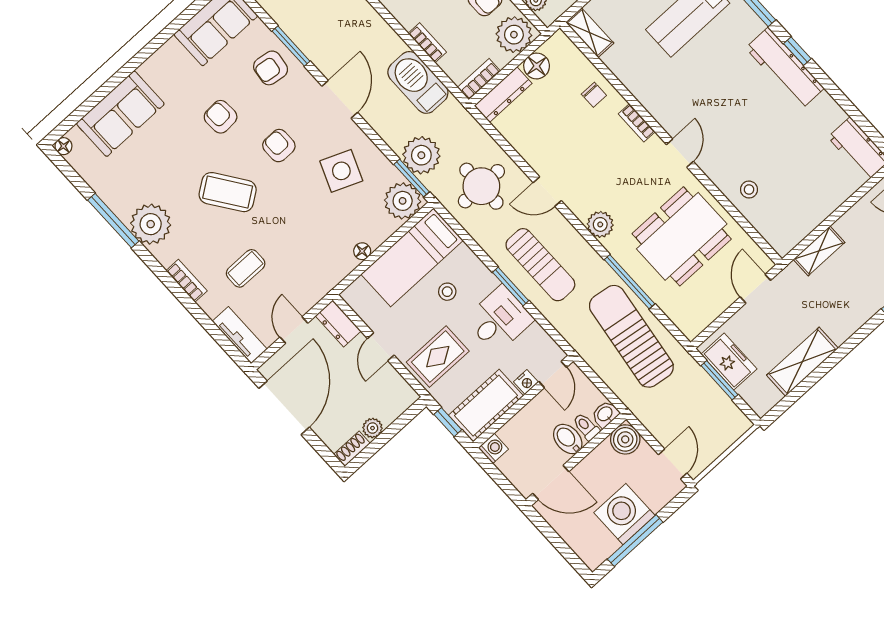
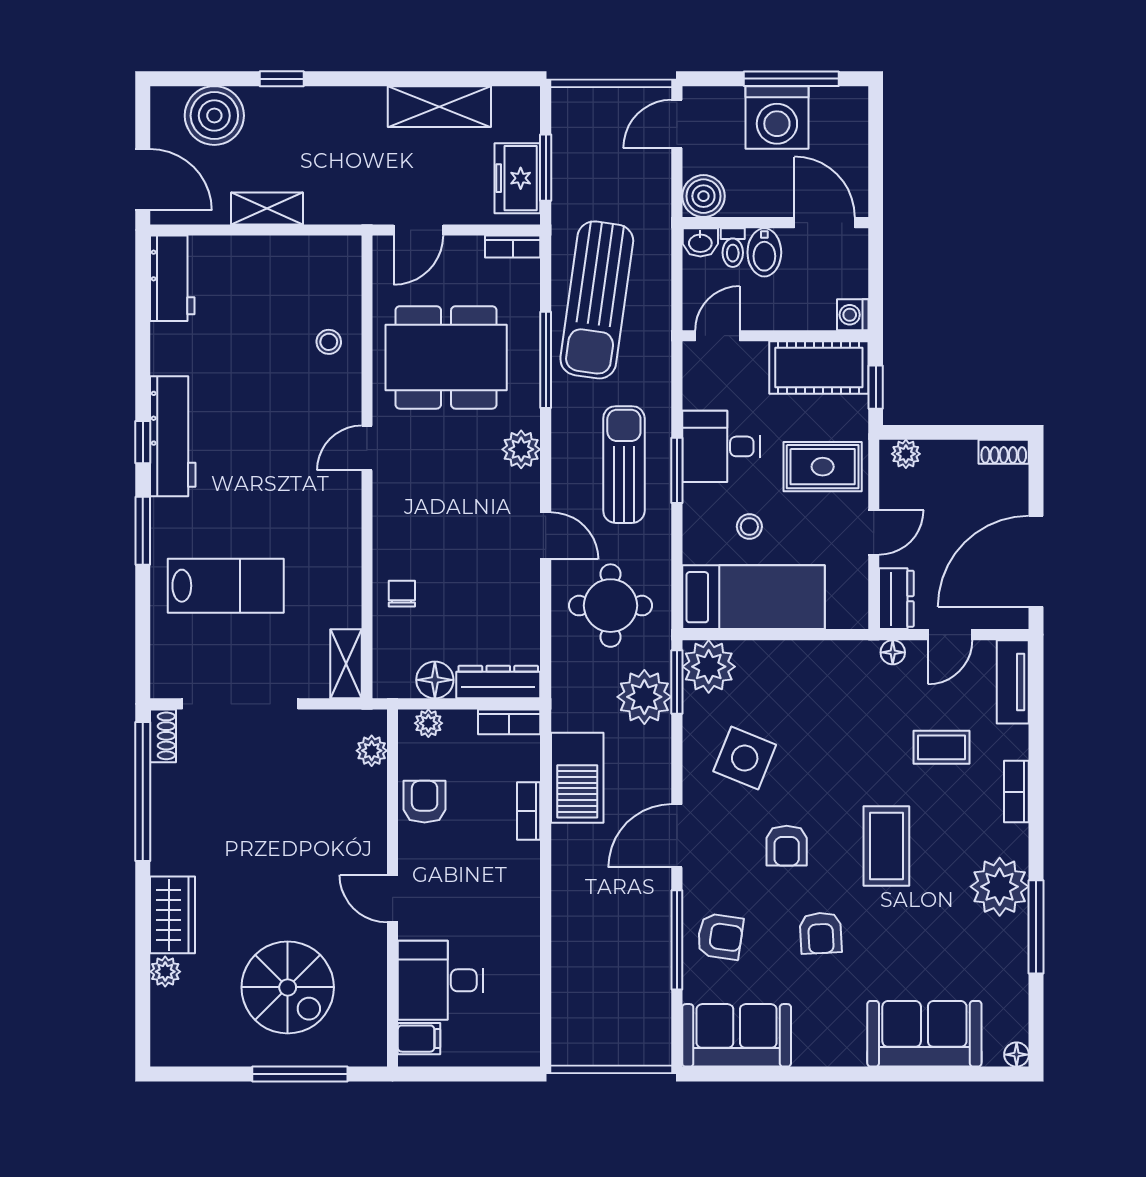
plant: (514, 35) -> (428, 723), width x0.53, depth x0.53
window: (291, 46) -> (677, 940), width x1.44
bookcase: (637, 123) -> (513, 247), moved, turned 90
coffee table: (228, 192) -> (886, 846), turned 35
floor lamp: (362, 251) -> (893, 652), moved
shelving: (819, 251) -> (267, 208), moved
nightstand: (526, 382) -> (753, 354), removed
plant: (373, 428) -> (906, 454), moved

